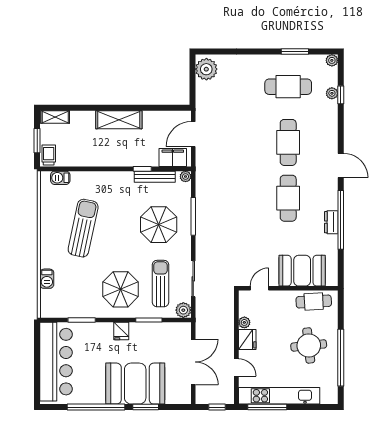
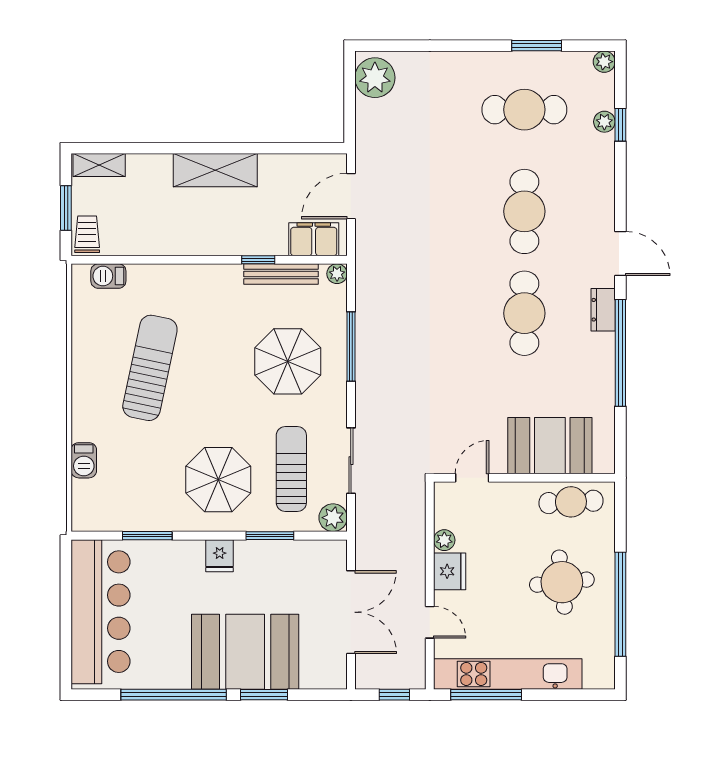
dresser: (331, 222) -> (603, 310), moved

